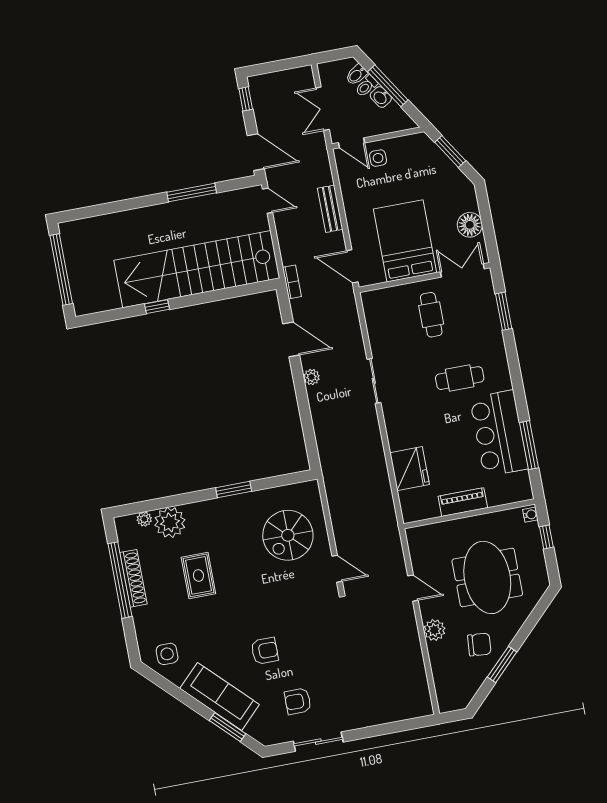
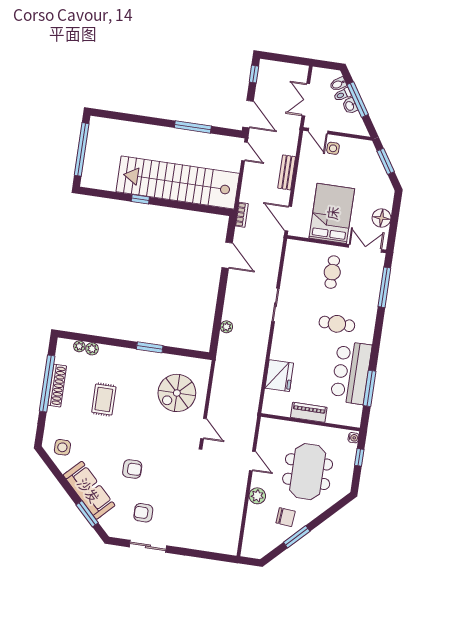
window: (504, 311) -> (384, 287), width x1.44
plant: (311, 377) -> (226, 327), moved
plant: (170, 522) -> (92, 349), width x0.53, depth x0.53

